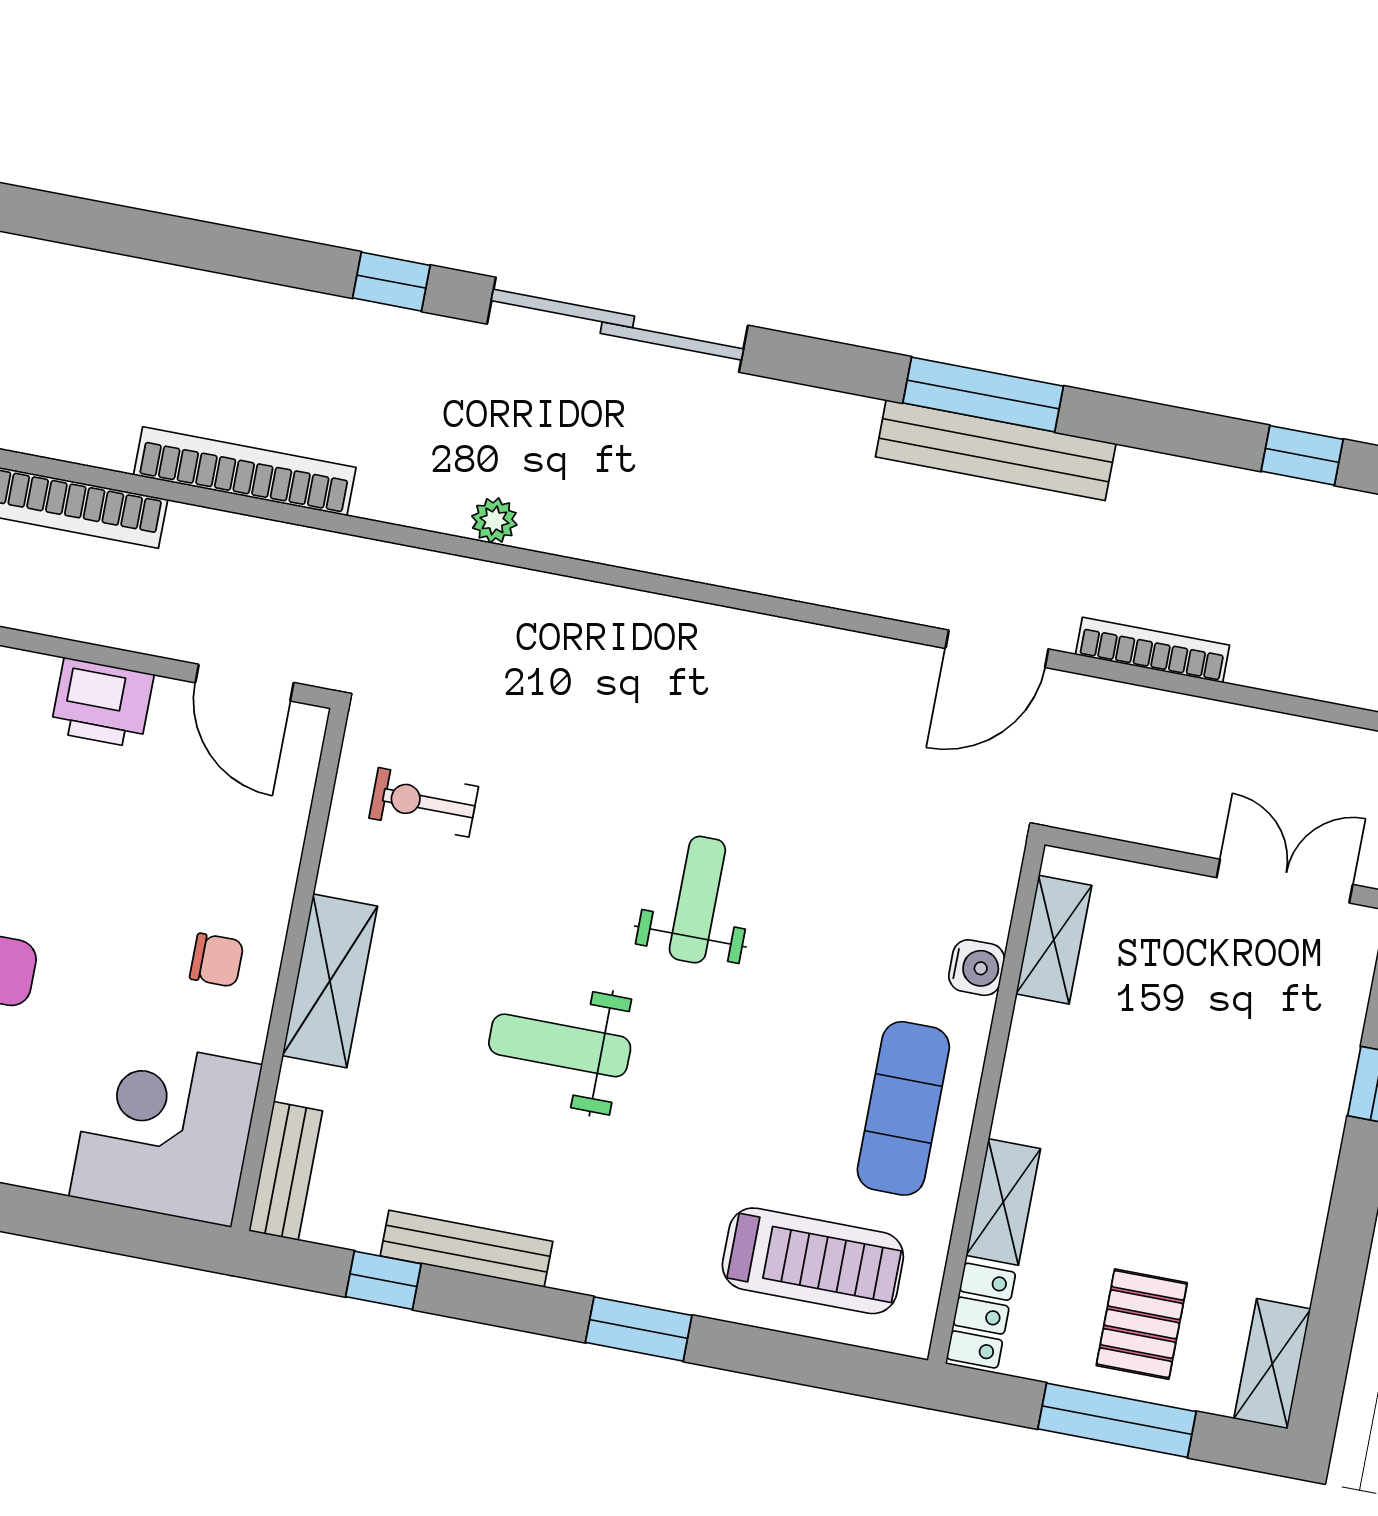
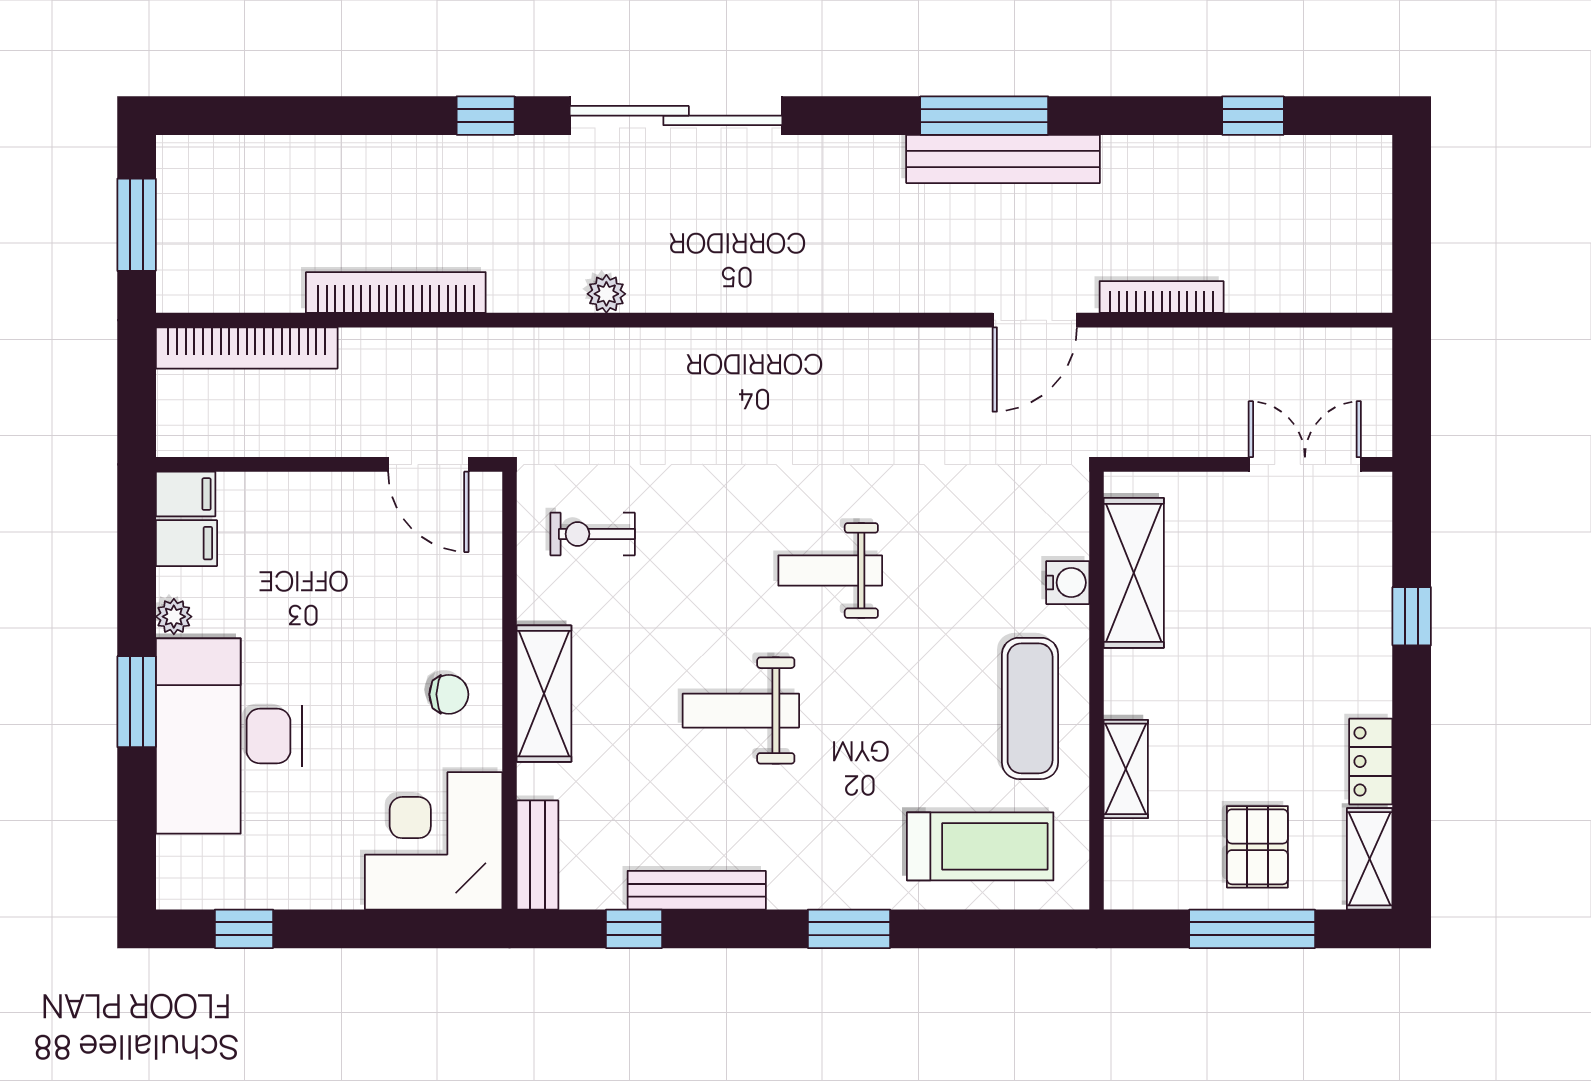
printer: (102, 703) -> (316, 503), removed
weight bench: (697, 900) -> (830, 571), turned -90
shelving: (1054, 940) -> (1134, 573), width x1.50, depth x1.33
locker: (981, 1316) -> (1371, 761), moved, turned 180

